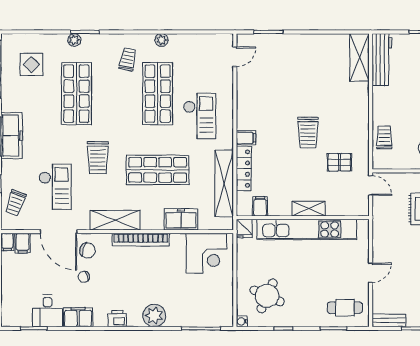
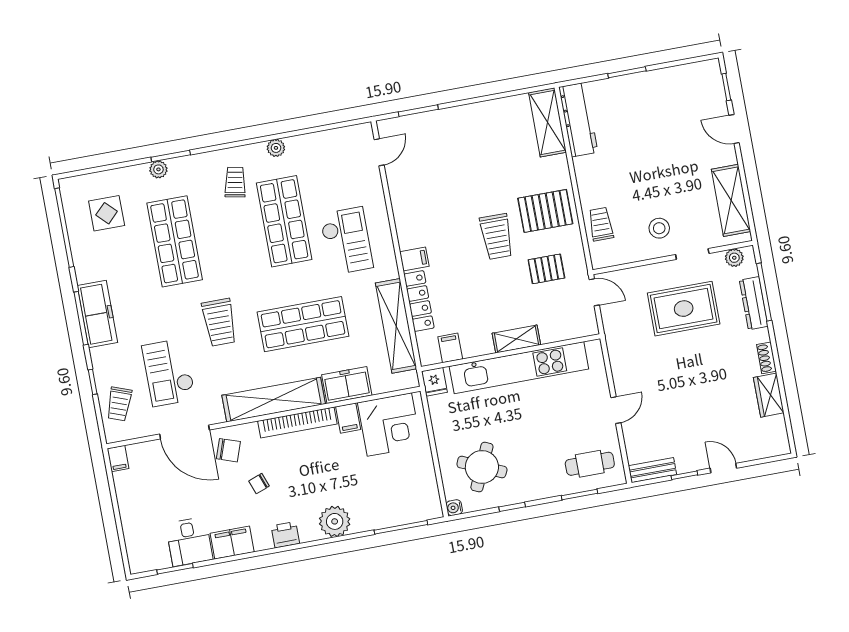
pallet: (346, 121) -> (545, 211), added
checkout: (55, 187) -> (169, 372), turned 180
shelving: (115, 220) -> (274, 400), width x1.47
filing cabinet: (23, 243) -> (348, 418), moved
chair: (84, 277) -> (259, 483), moved

